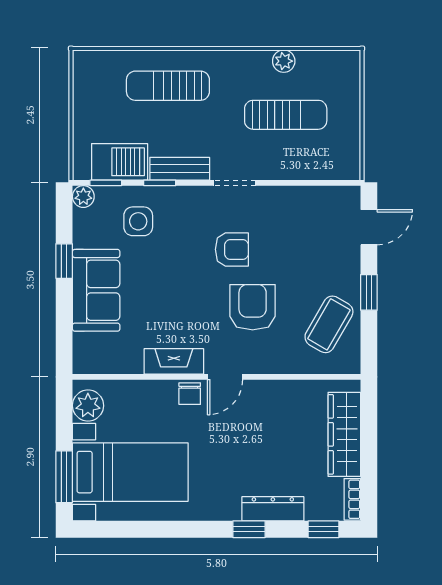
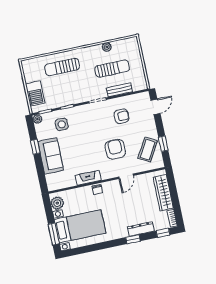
barbecue: (120, 162) -> (35, 93), moved, turned 90
bench: (180, 169) -> (119, 90), moved
armchair: (232, 249) -> (122, 116), moved
window: (369, 292) -> (163, 144), moved
door: (225, 377) -> (126, 176), moved

